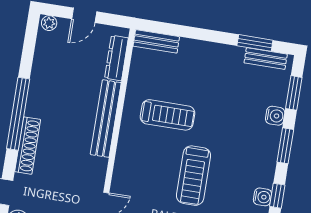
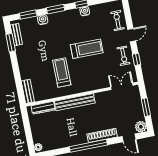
door: (84, 15) -> (28, 131), removed

